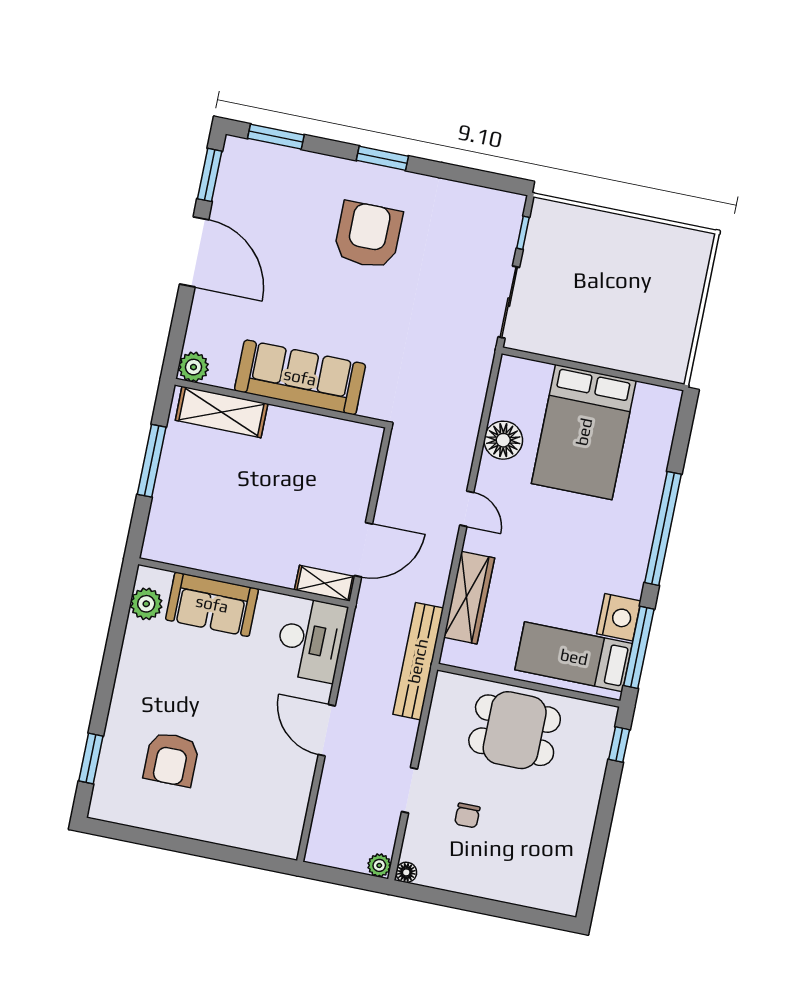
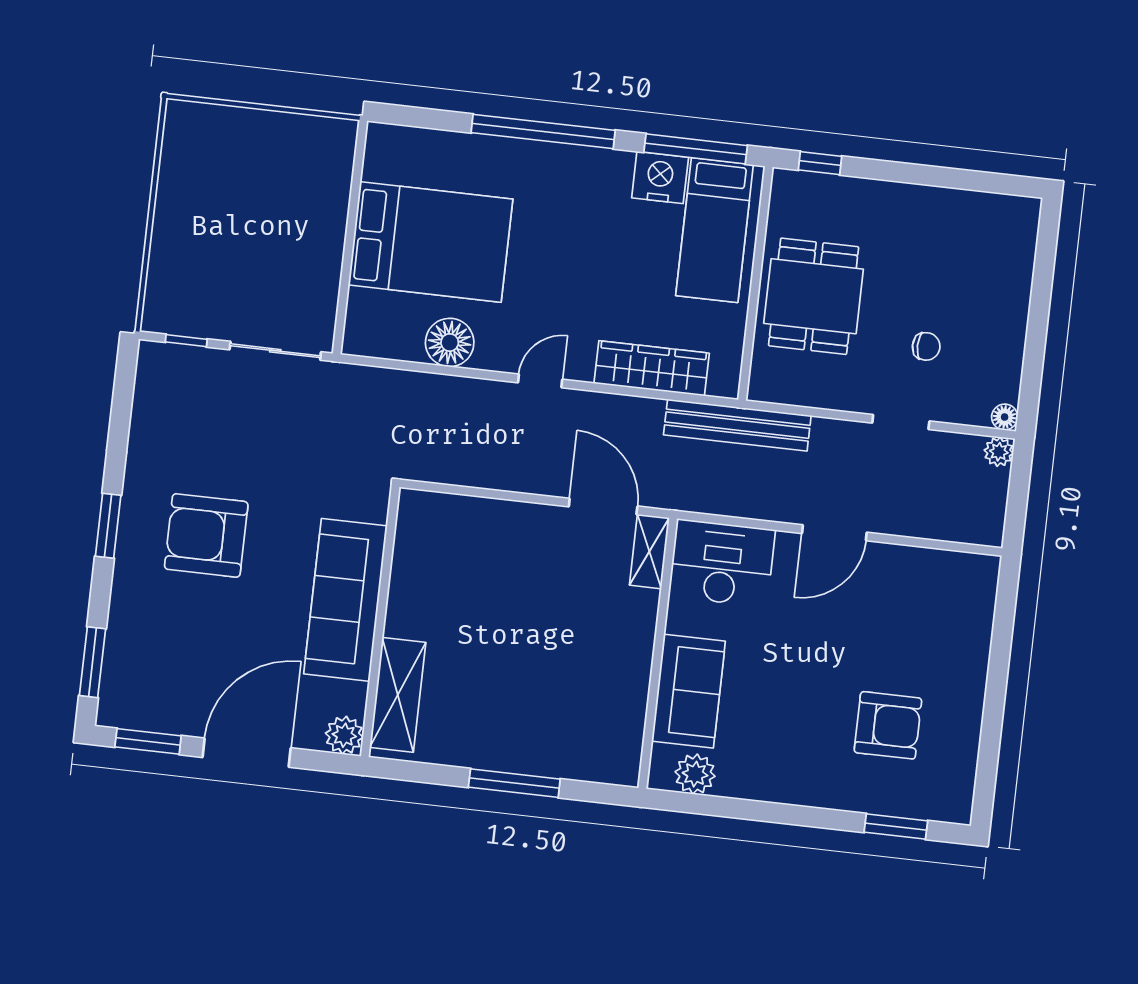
plant: (193, 367) -> (344, 735), moved
sofa: (300, 377) -> (345, 600), moved
wall: (280, 403) -> (380, 622), moved
shelving: (222, 412) -> (398, 695), moved

